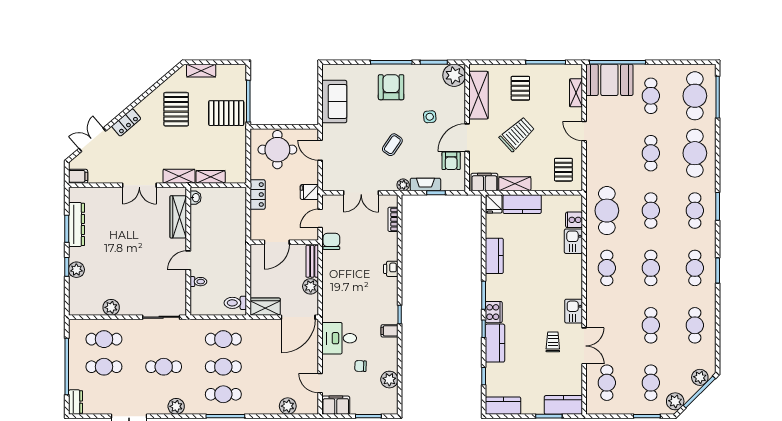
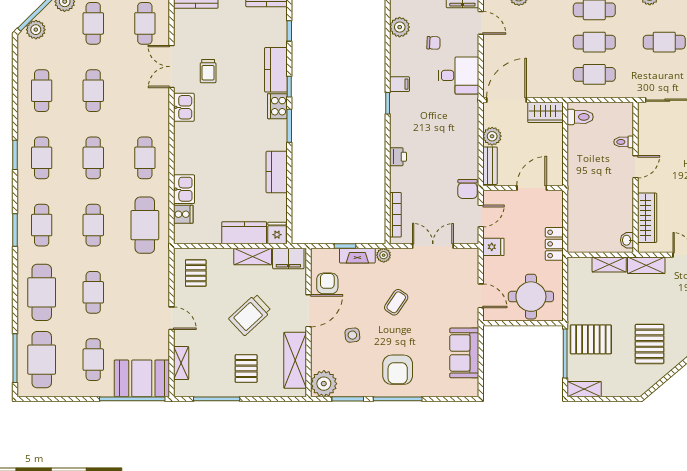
shelving: (201, 71) -> (584, 389), moved
bookcase: (393, 219) -> (395, 215), width x1.56

